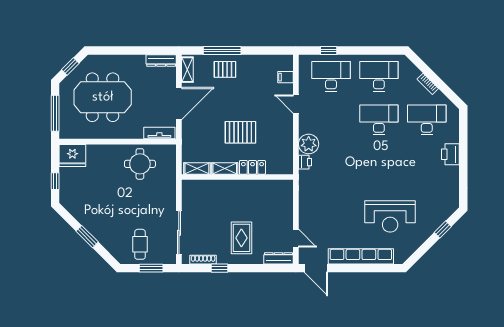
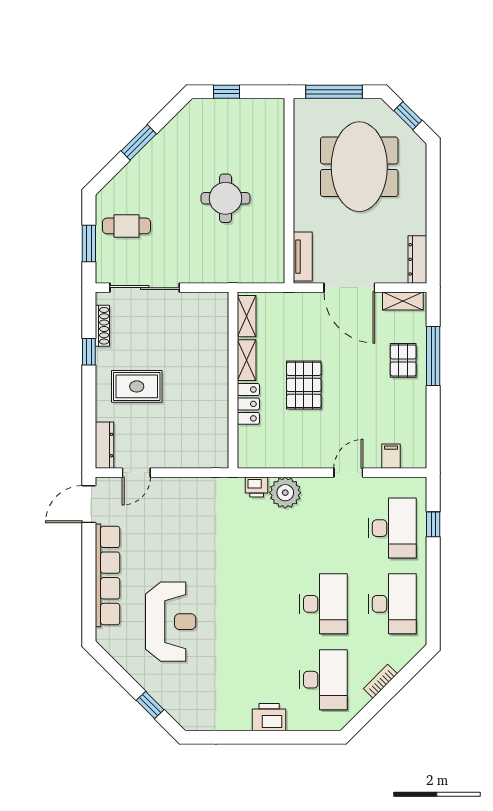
fridge: (72, 156) -> (267, 119), removed
round table: (140, 164) -> (225, 198), moved
reception desk: (390, 216) -> (171, 622), turned 180

